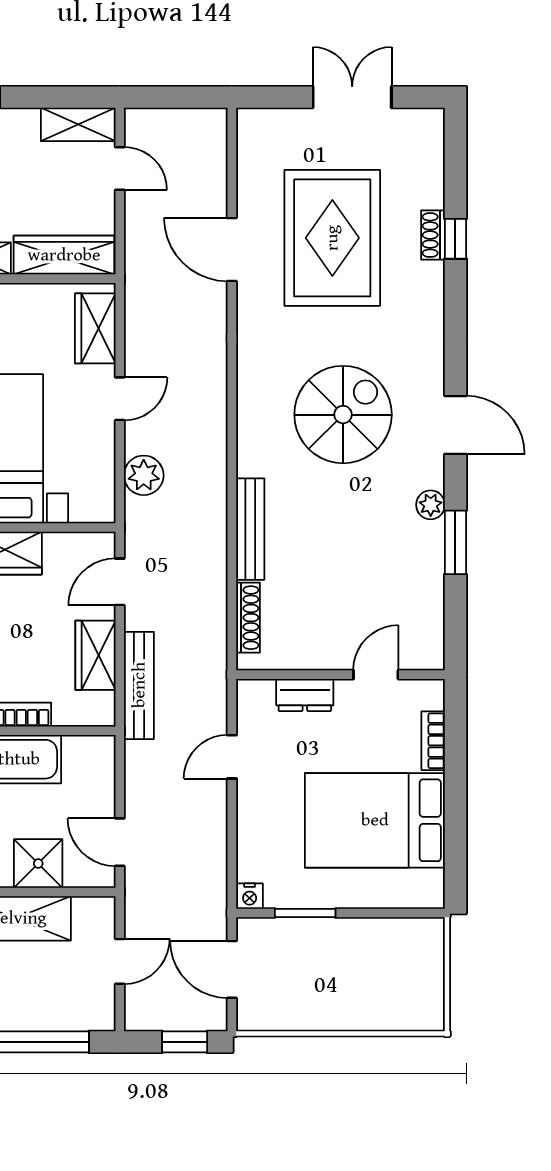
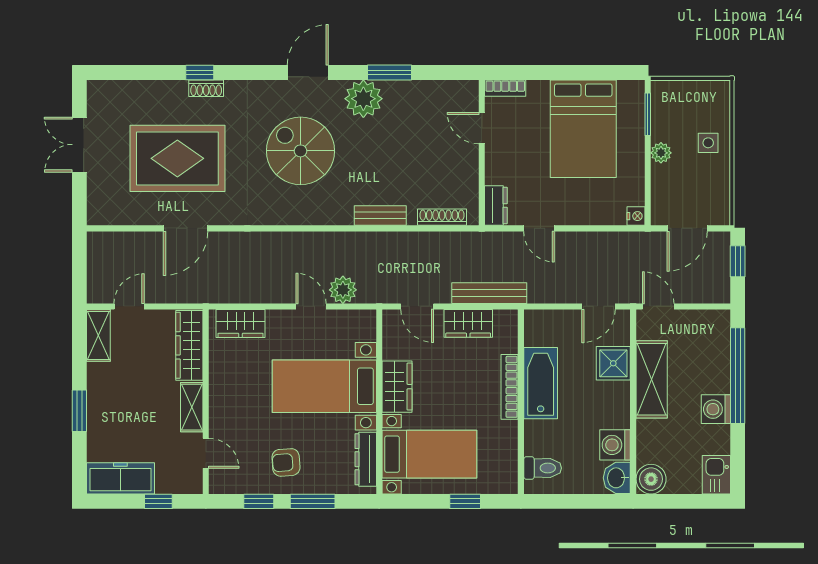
shoe rack: (433, 235) -> (206, 88), moved
window: (455, 239) -> (200, 73), moved
door: (120, 399) -> (311, 306), moved
plant: (431, 505) -> (363, 99), width x1.87, depth x1.87
bench: (250, 529) -> (380, 216), width x0.73
dresser: (305, 695) -> (496, 205), moved
bookcase: (433, 741) -> (505, 88), moved
window: (305, 913) -> (648, 114), moved
plant: (340, 932) -> (661, 153), added
door: (120, 961) -> (658, 306), moved
side table: (355, 1000) -> (708, 143), added

